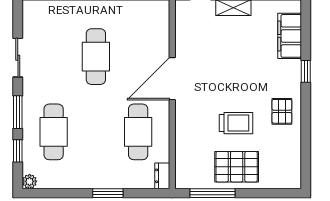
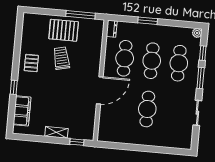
trolley: (236, 123) -> (61, 58), turned 77
cafe table: (96, 132) -> (152, 61), added

